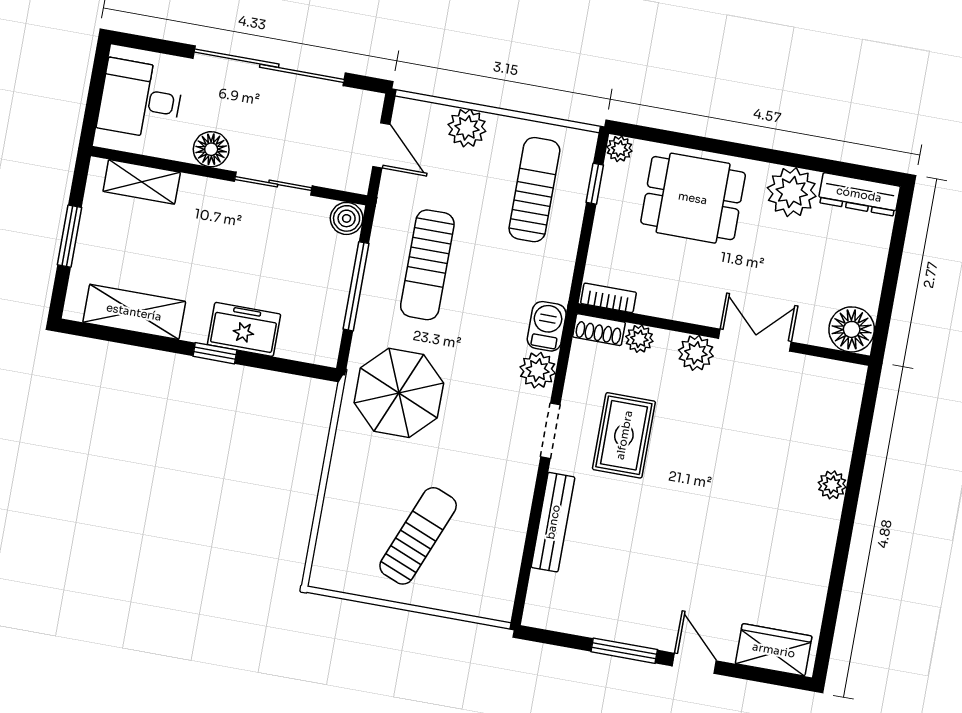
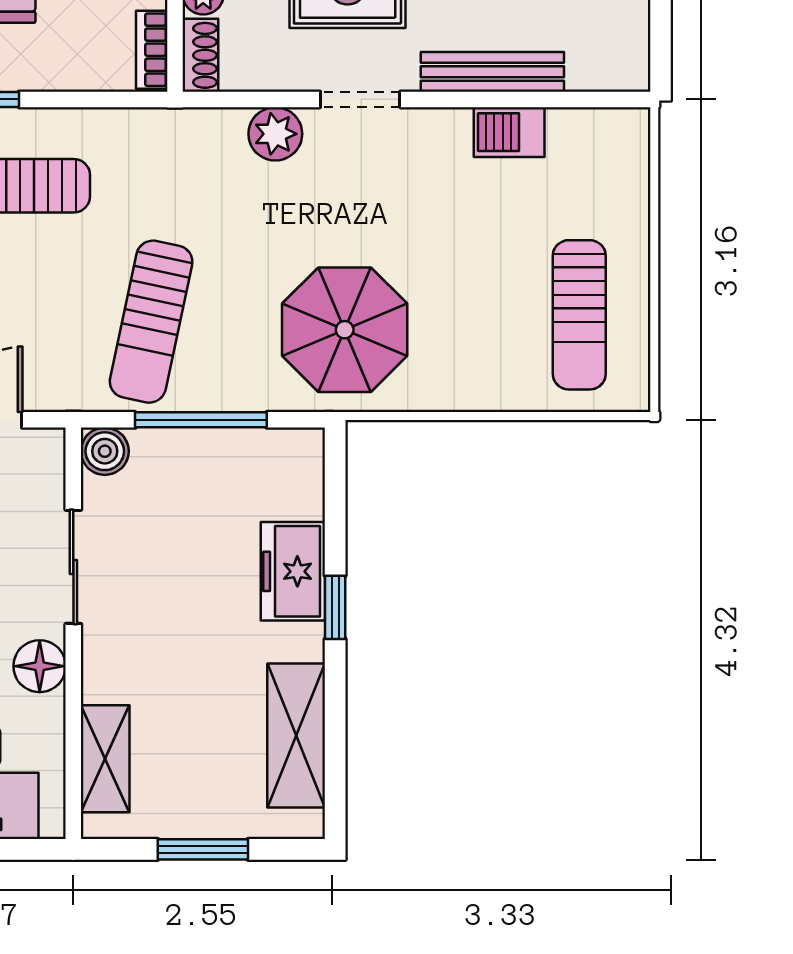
sun lounger: (427, 265) -> (151, 322), turned 102
barbecue: (547, 326) -> (509, 132), moved
sun lounger: (418, 536) -> (579, 315), moved, turned -112

